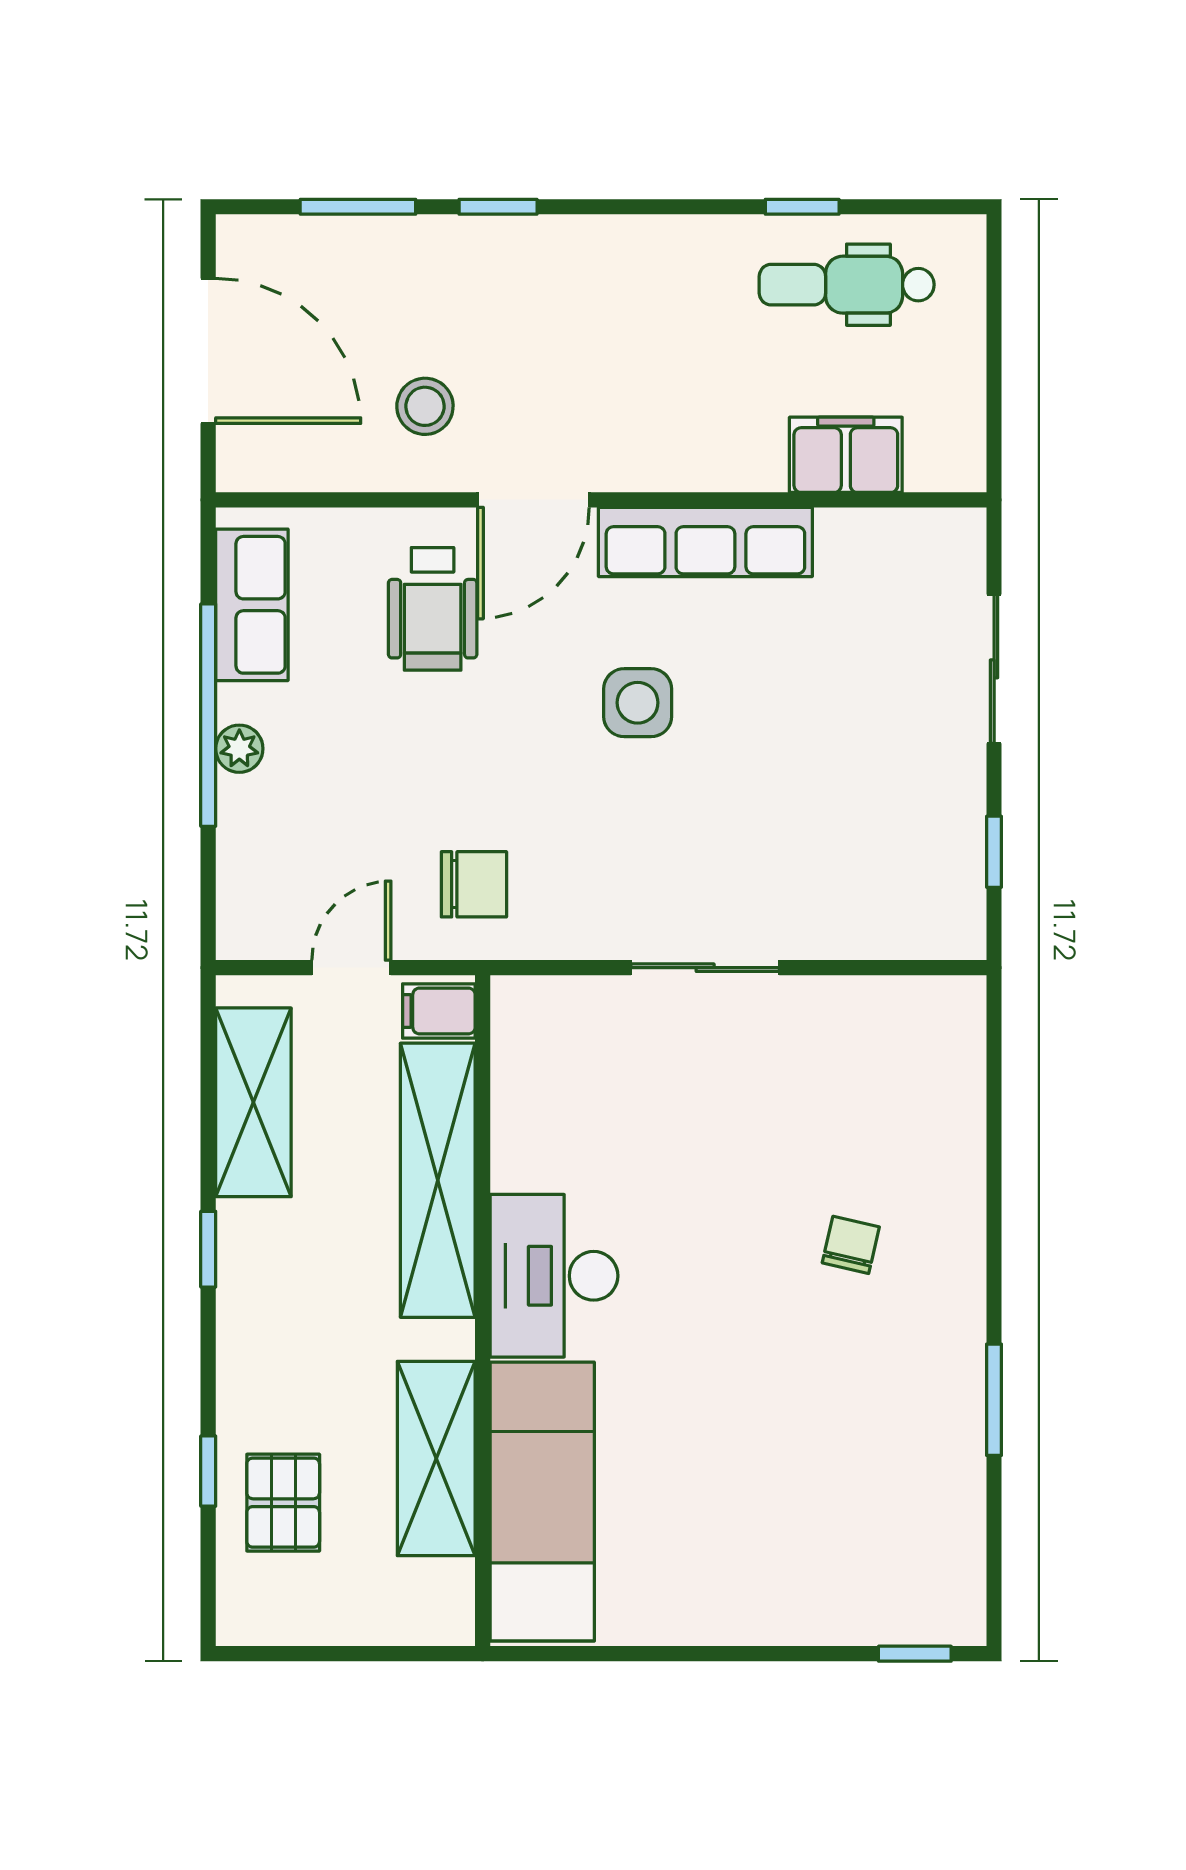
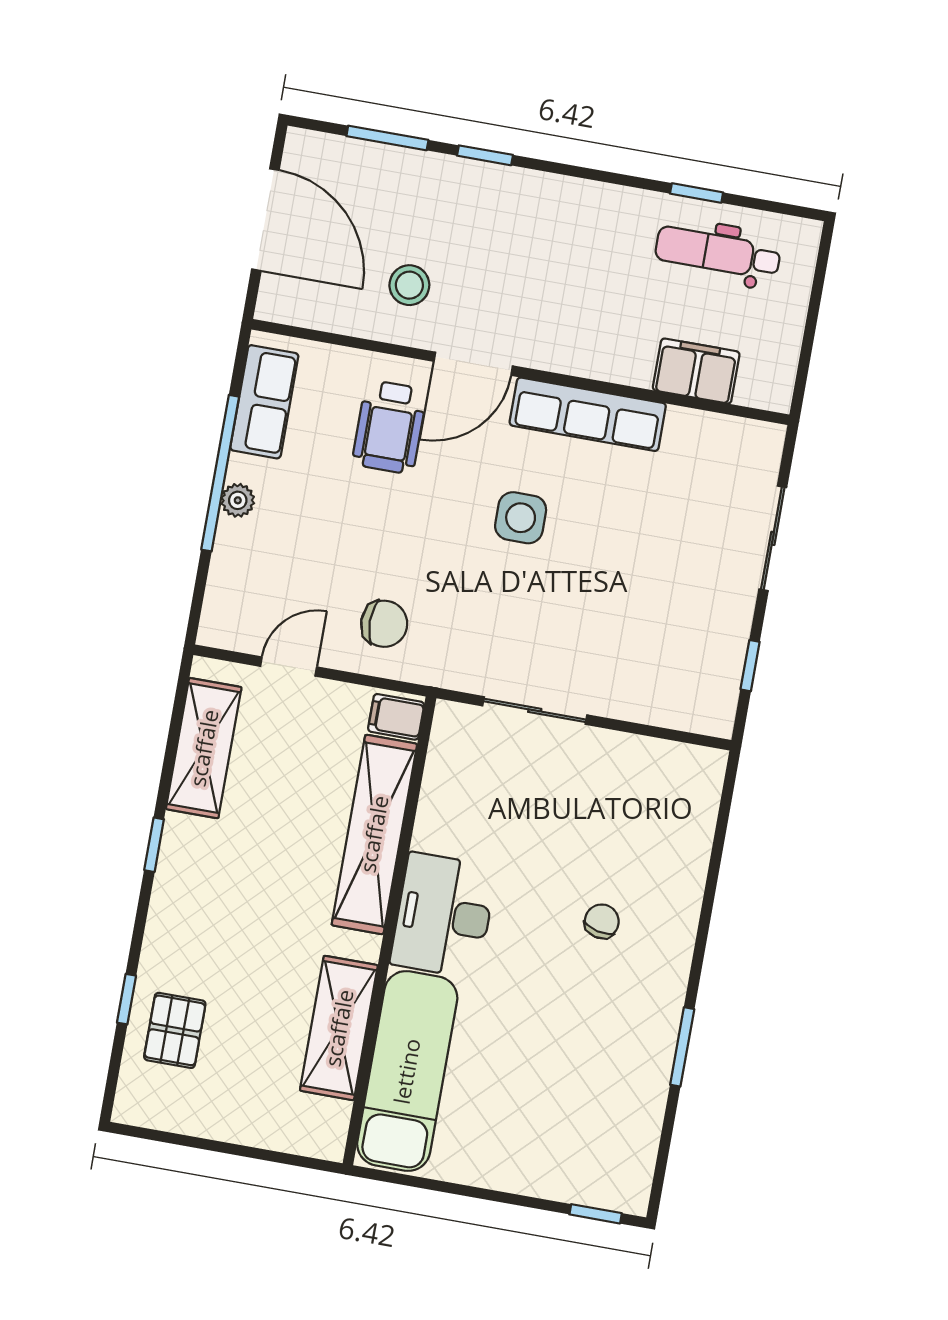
filing cabinet: (439, 1011) -> (396, 717), moved
shelving: (438, 1180) -> (374, 834), moved
desk: (554, 1276) -> (443, 915), moved
wall: (483, 1311) -> (389, 931), moved
shelving: (436, 1458) -> (339, 1028), moved
exam couch: (542, 1502) -> (407, 1071), moved

